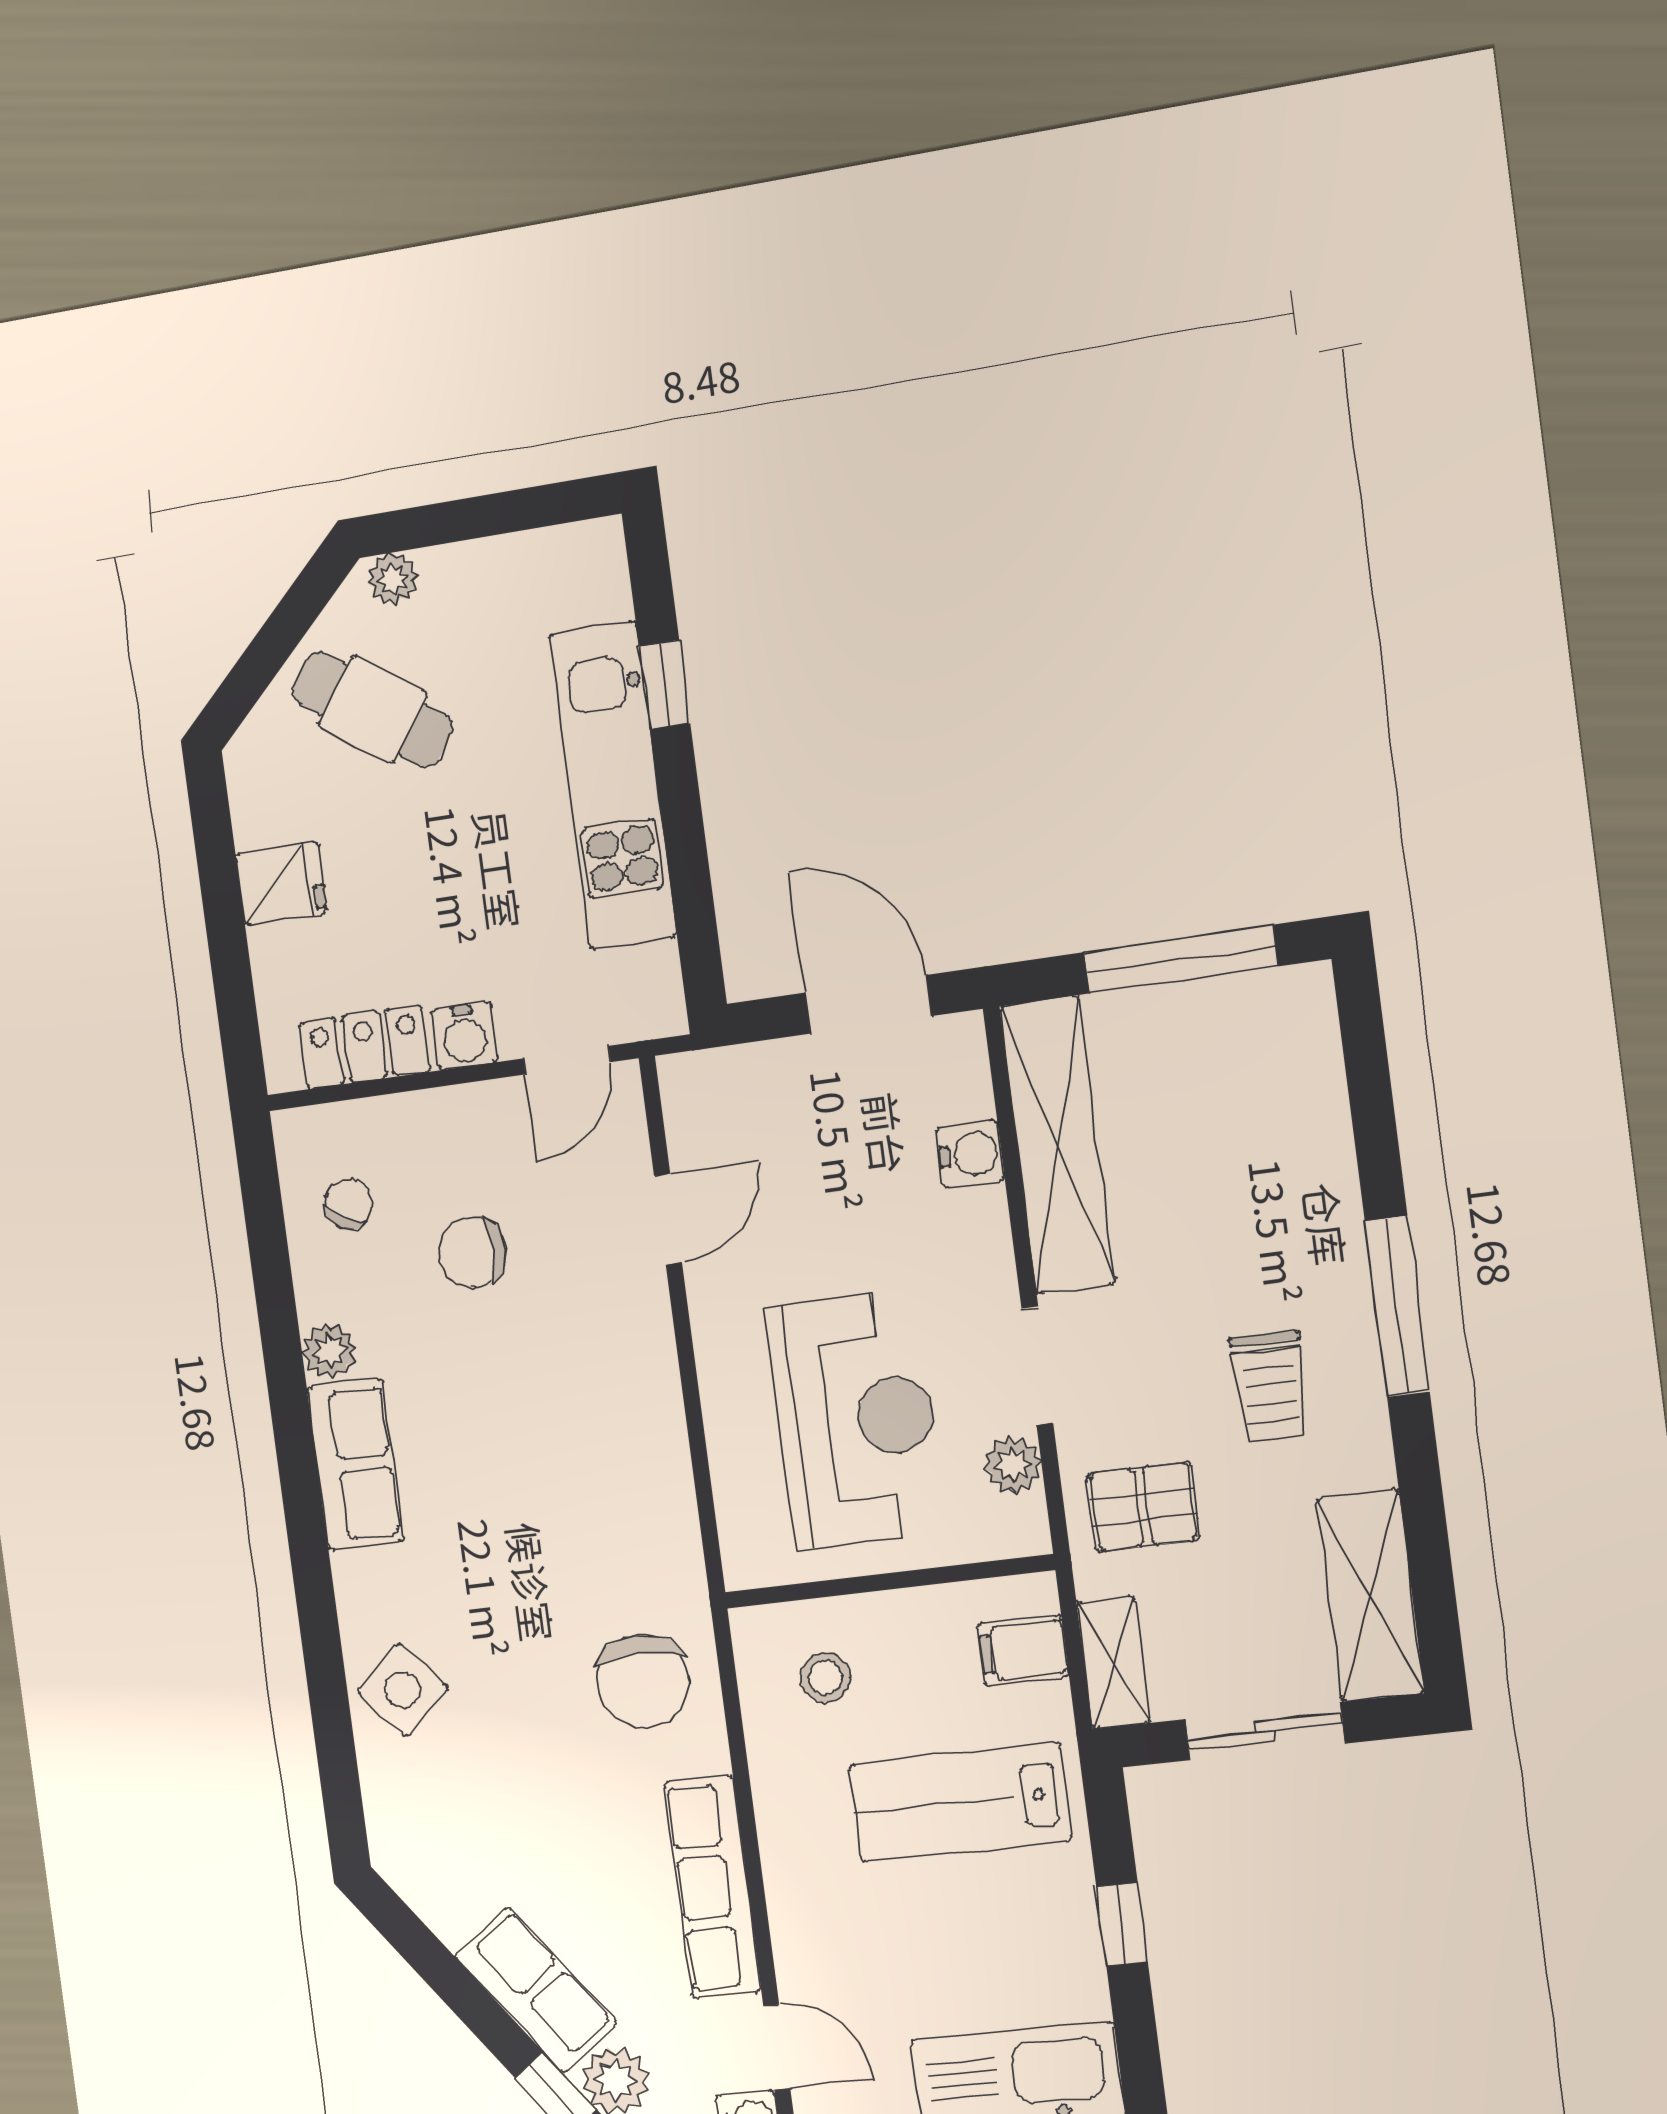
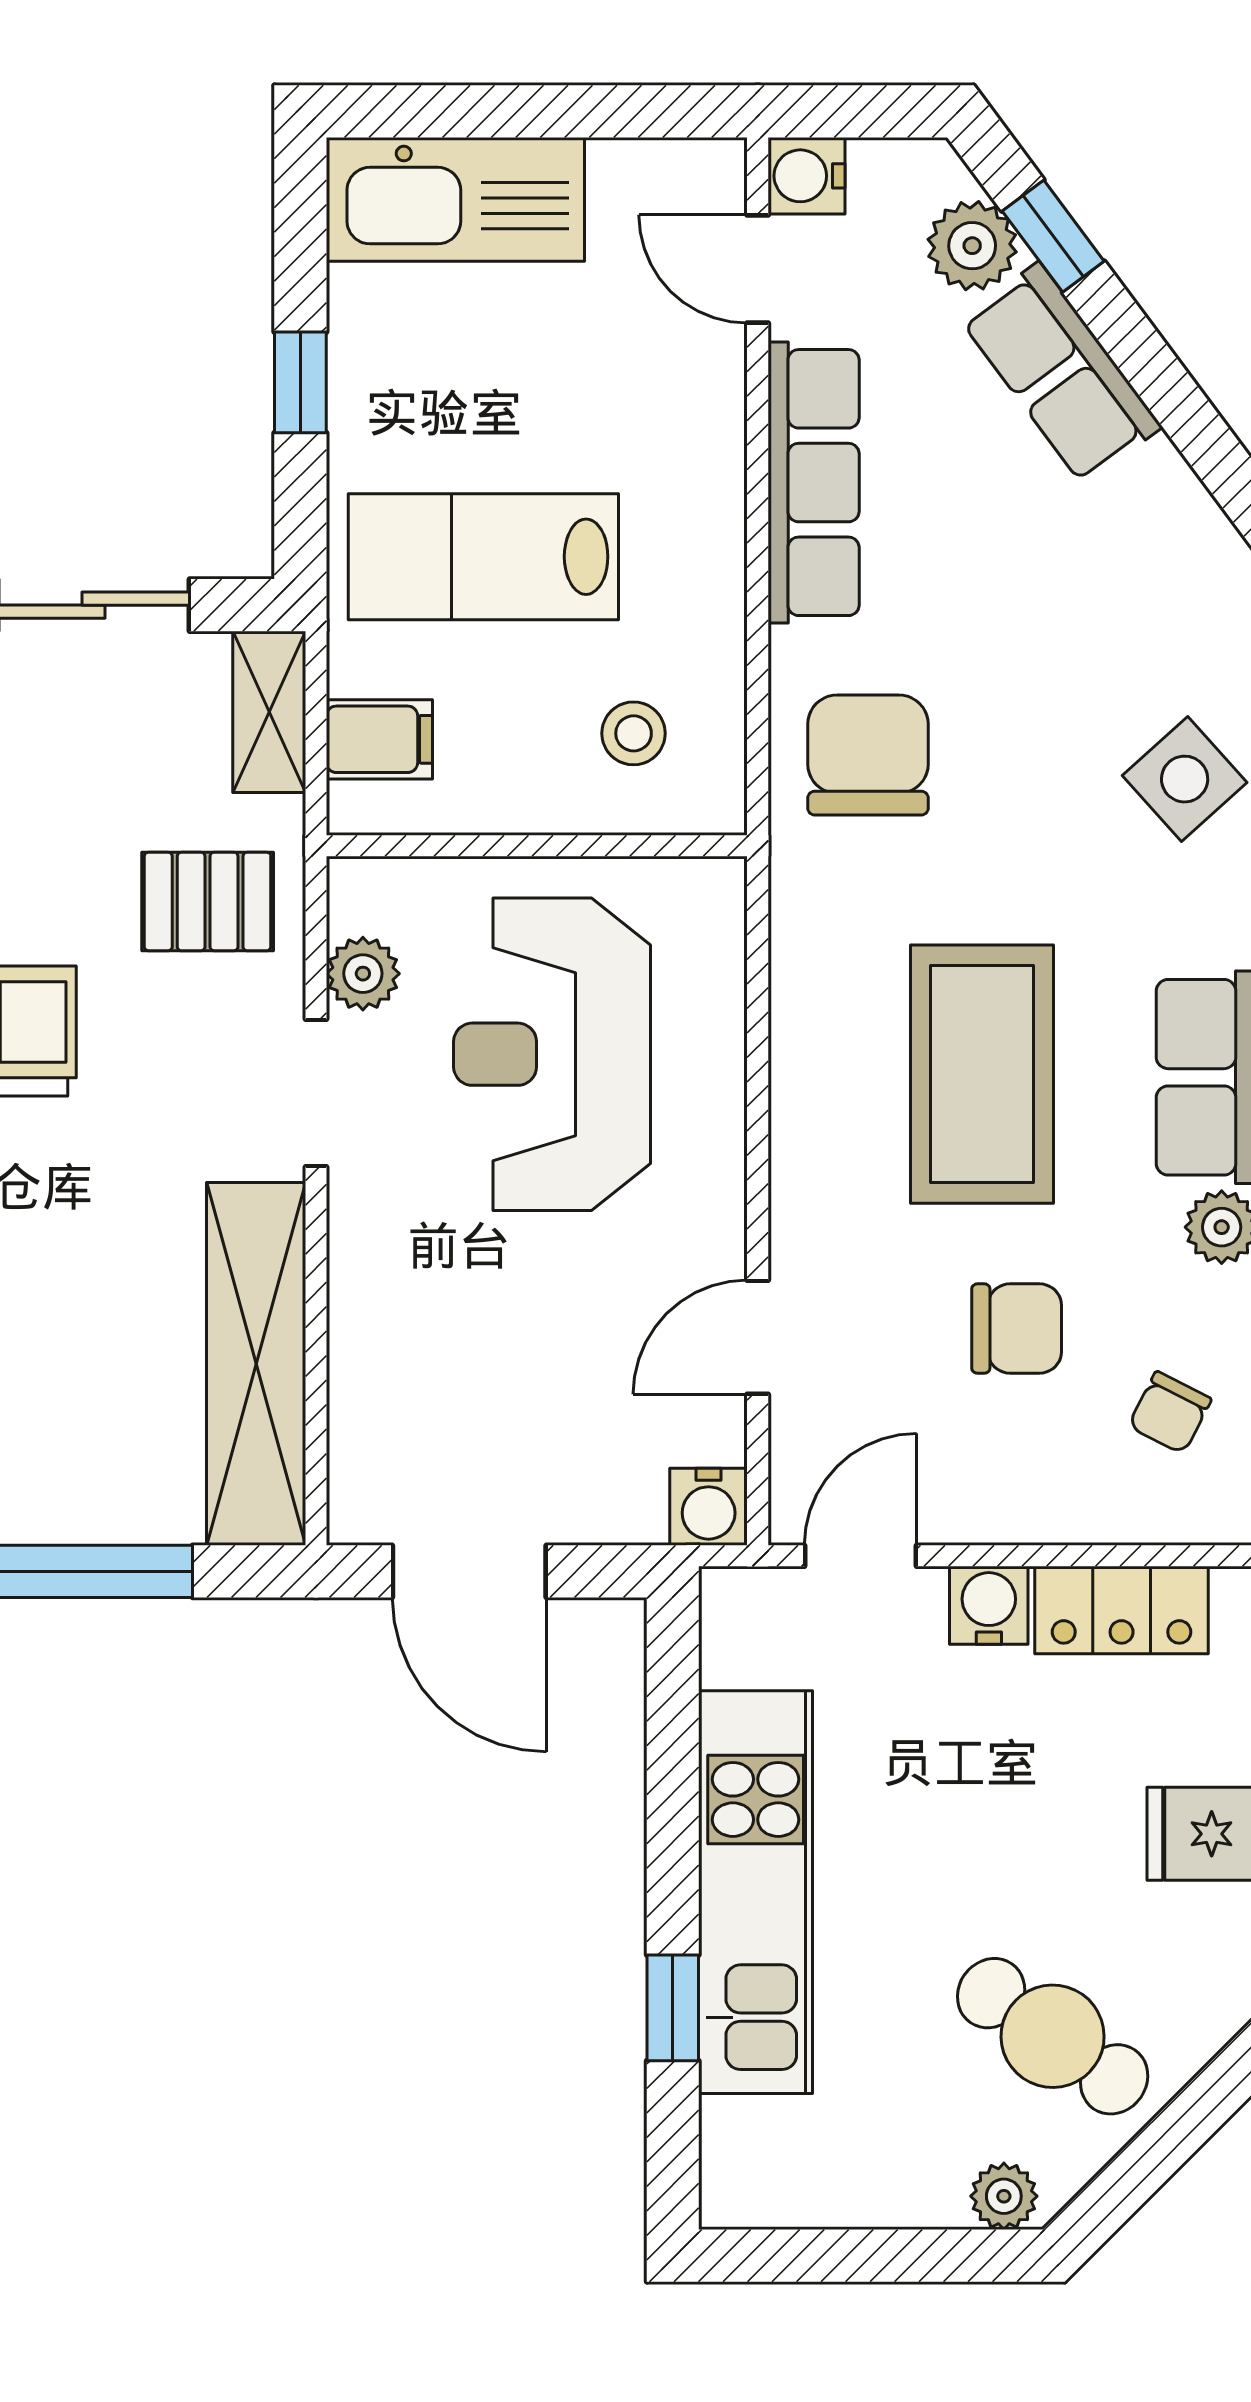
water cooler: (971, 1154) -> (709, 1507), moved, turned -90
coffee table: (524, 1446) -> (982, 1074), added
lab bench: (960, 1803) -> (483, 557), turned 180

